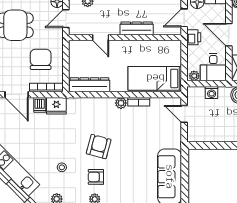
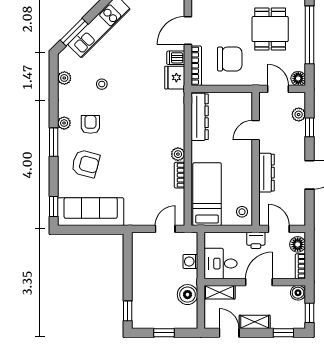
stool: (170, 49) -> (242, 212), added
plant: (194, 76) -> (210, 241), removed
armchair: (99, 147) -> (86, 164), moved

